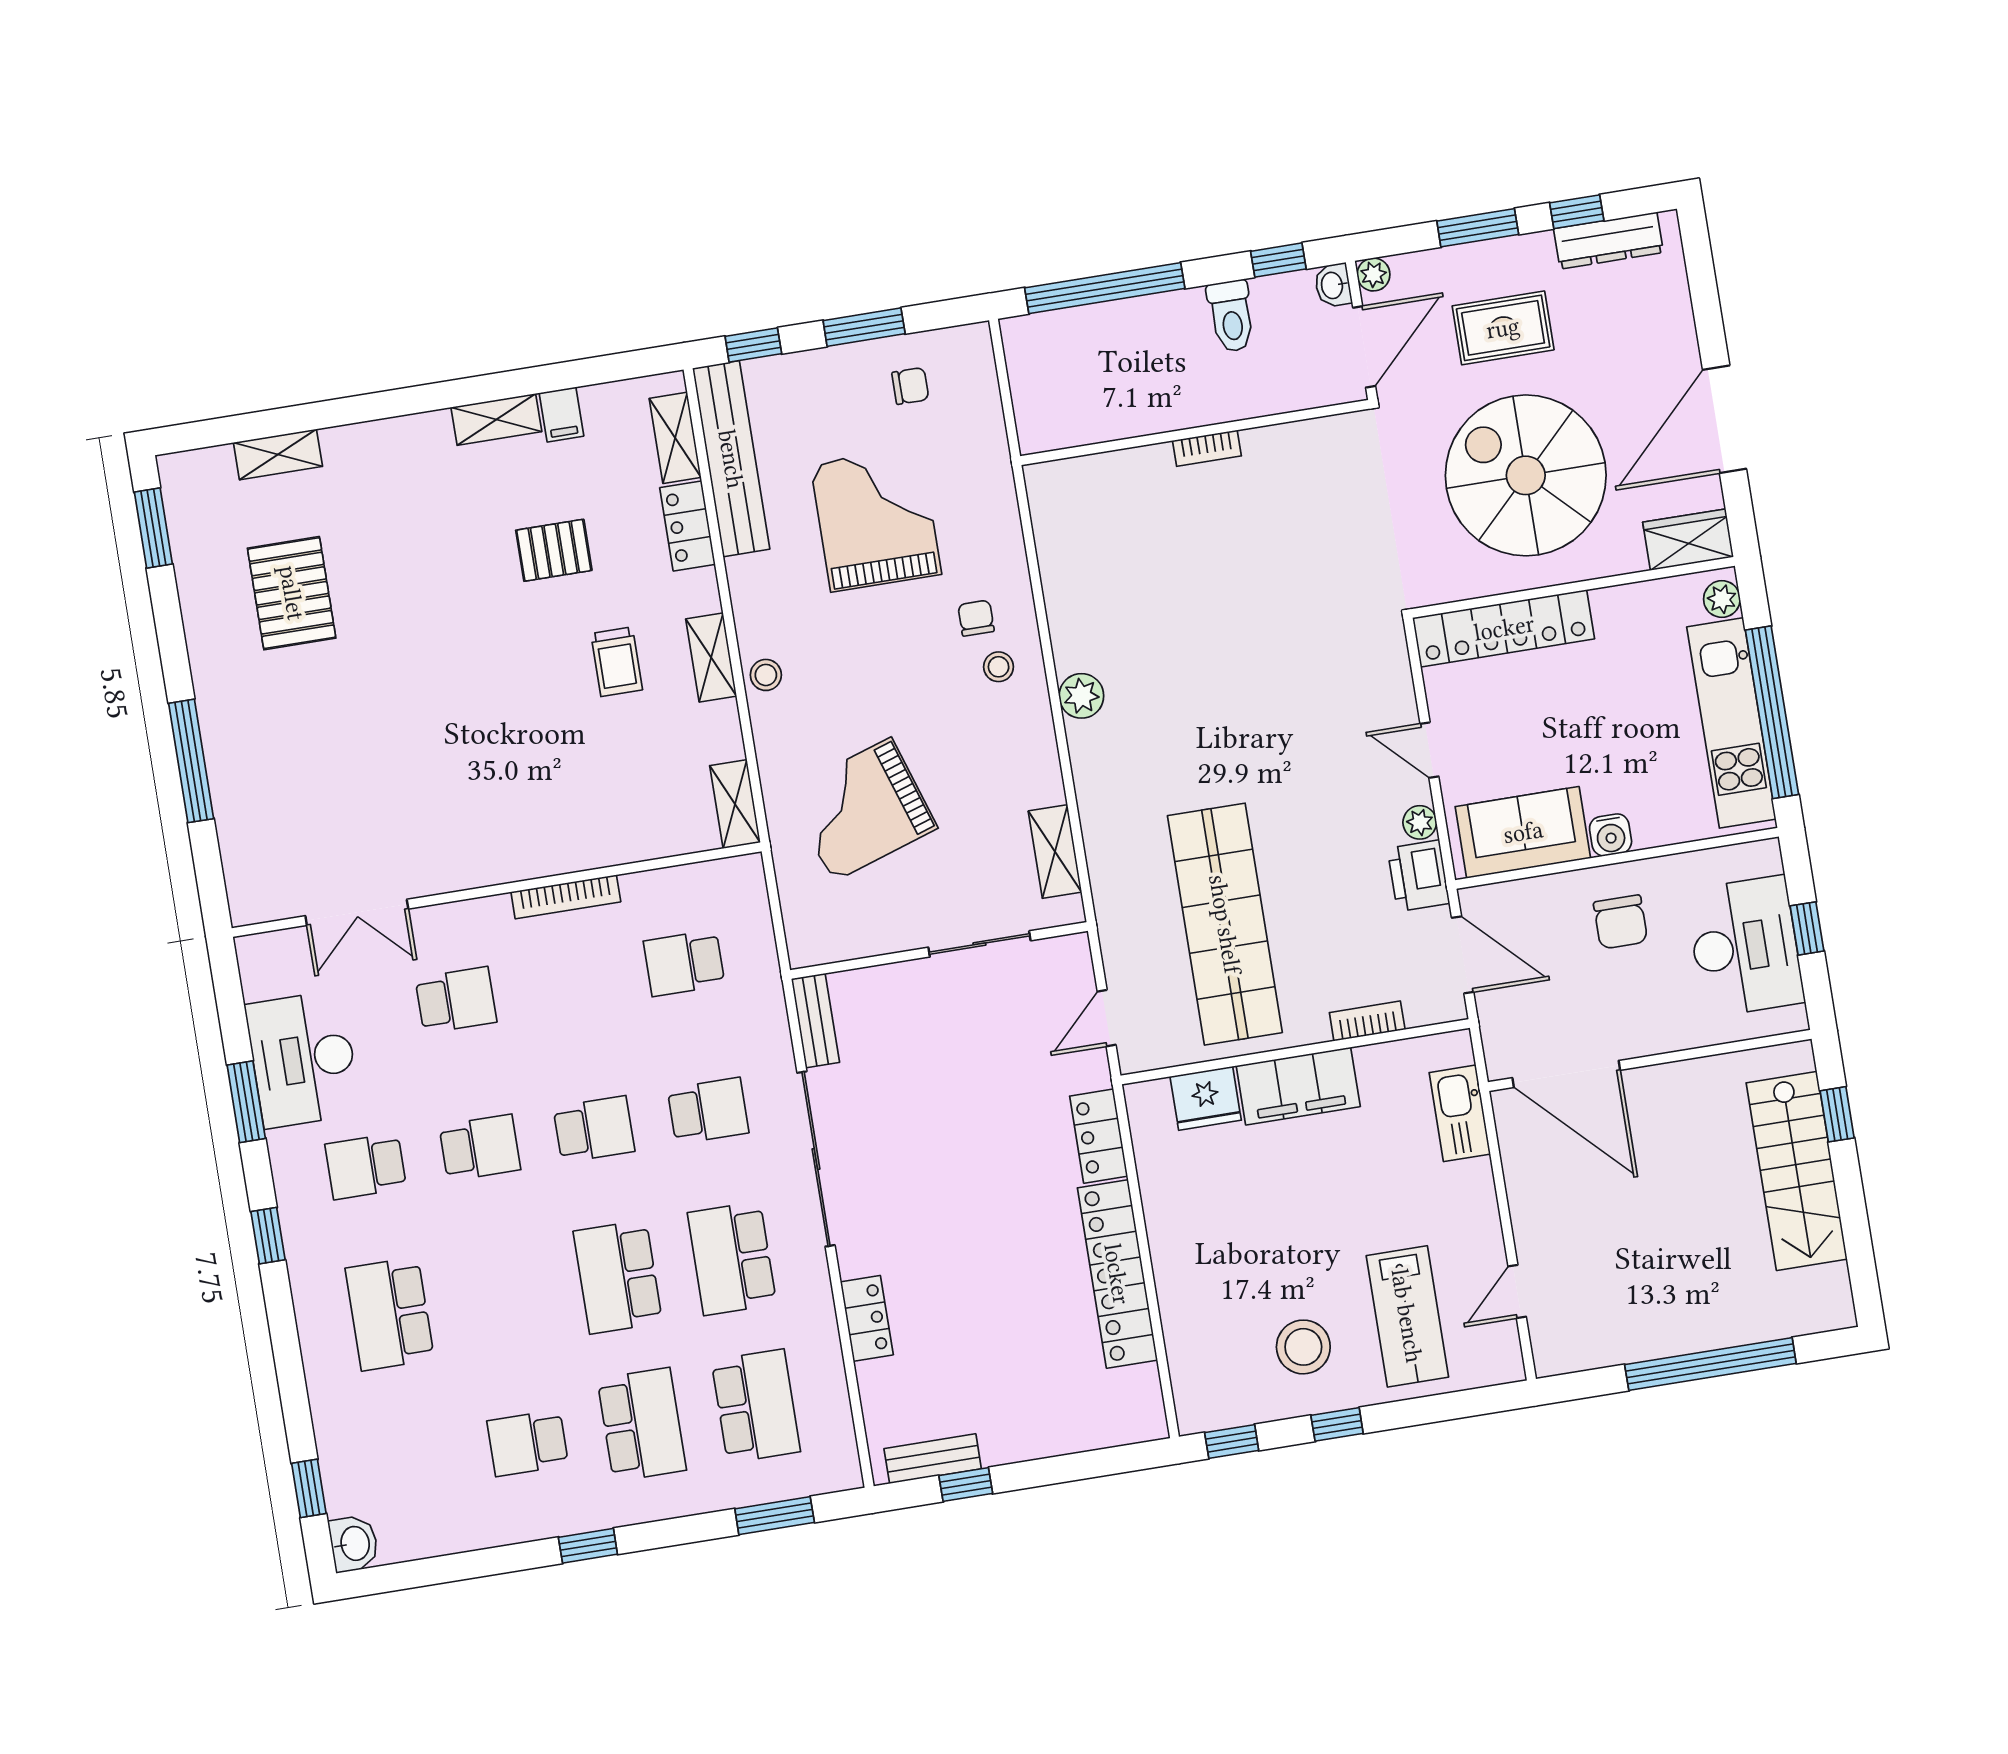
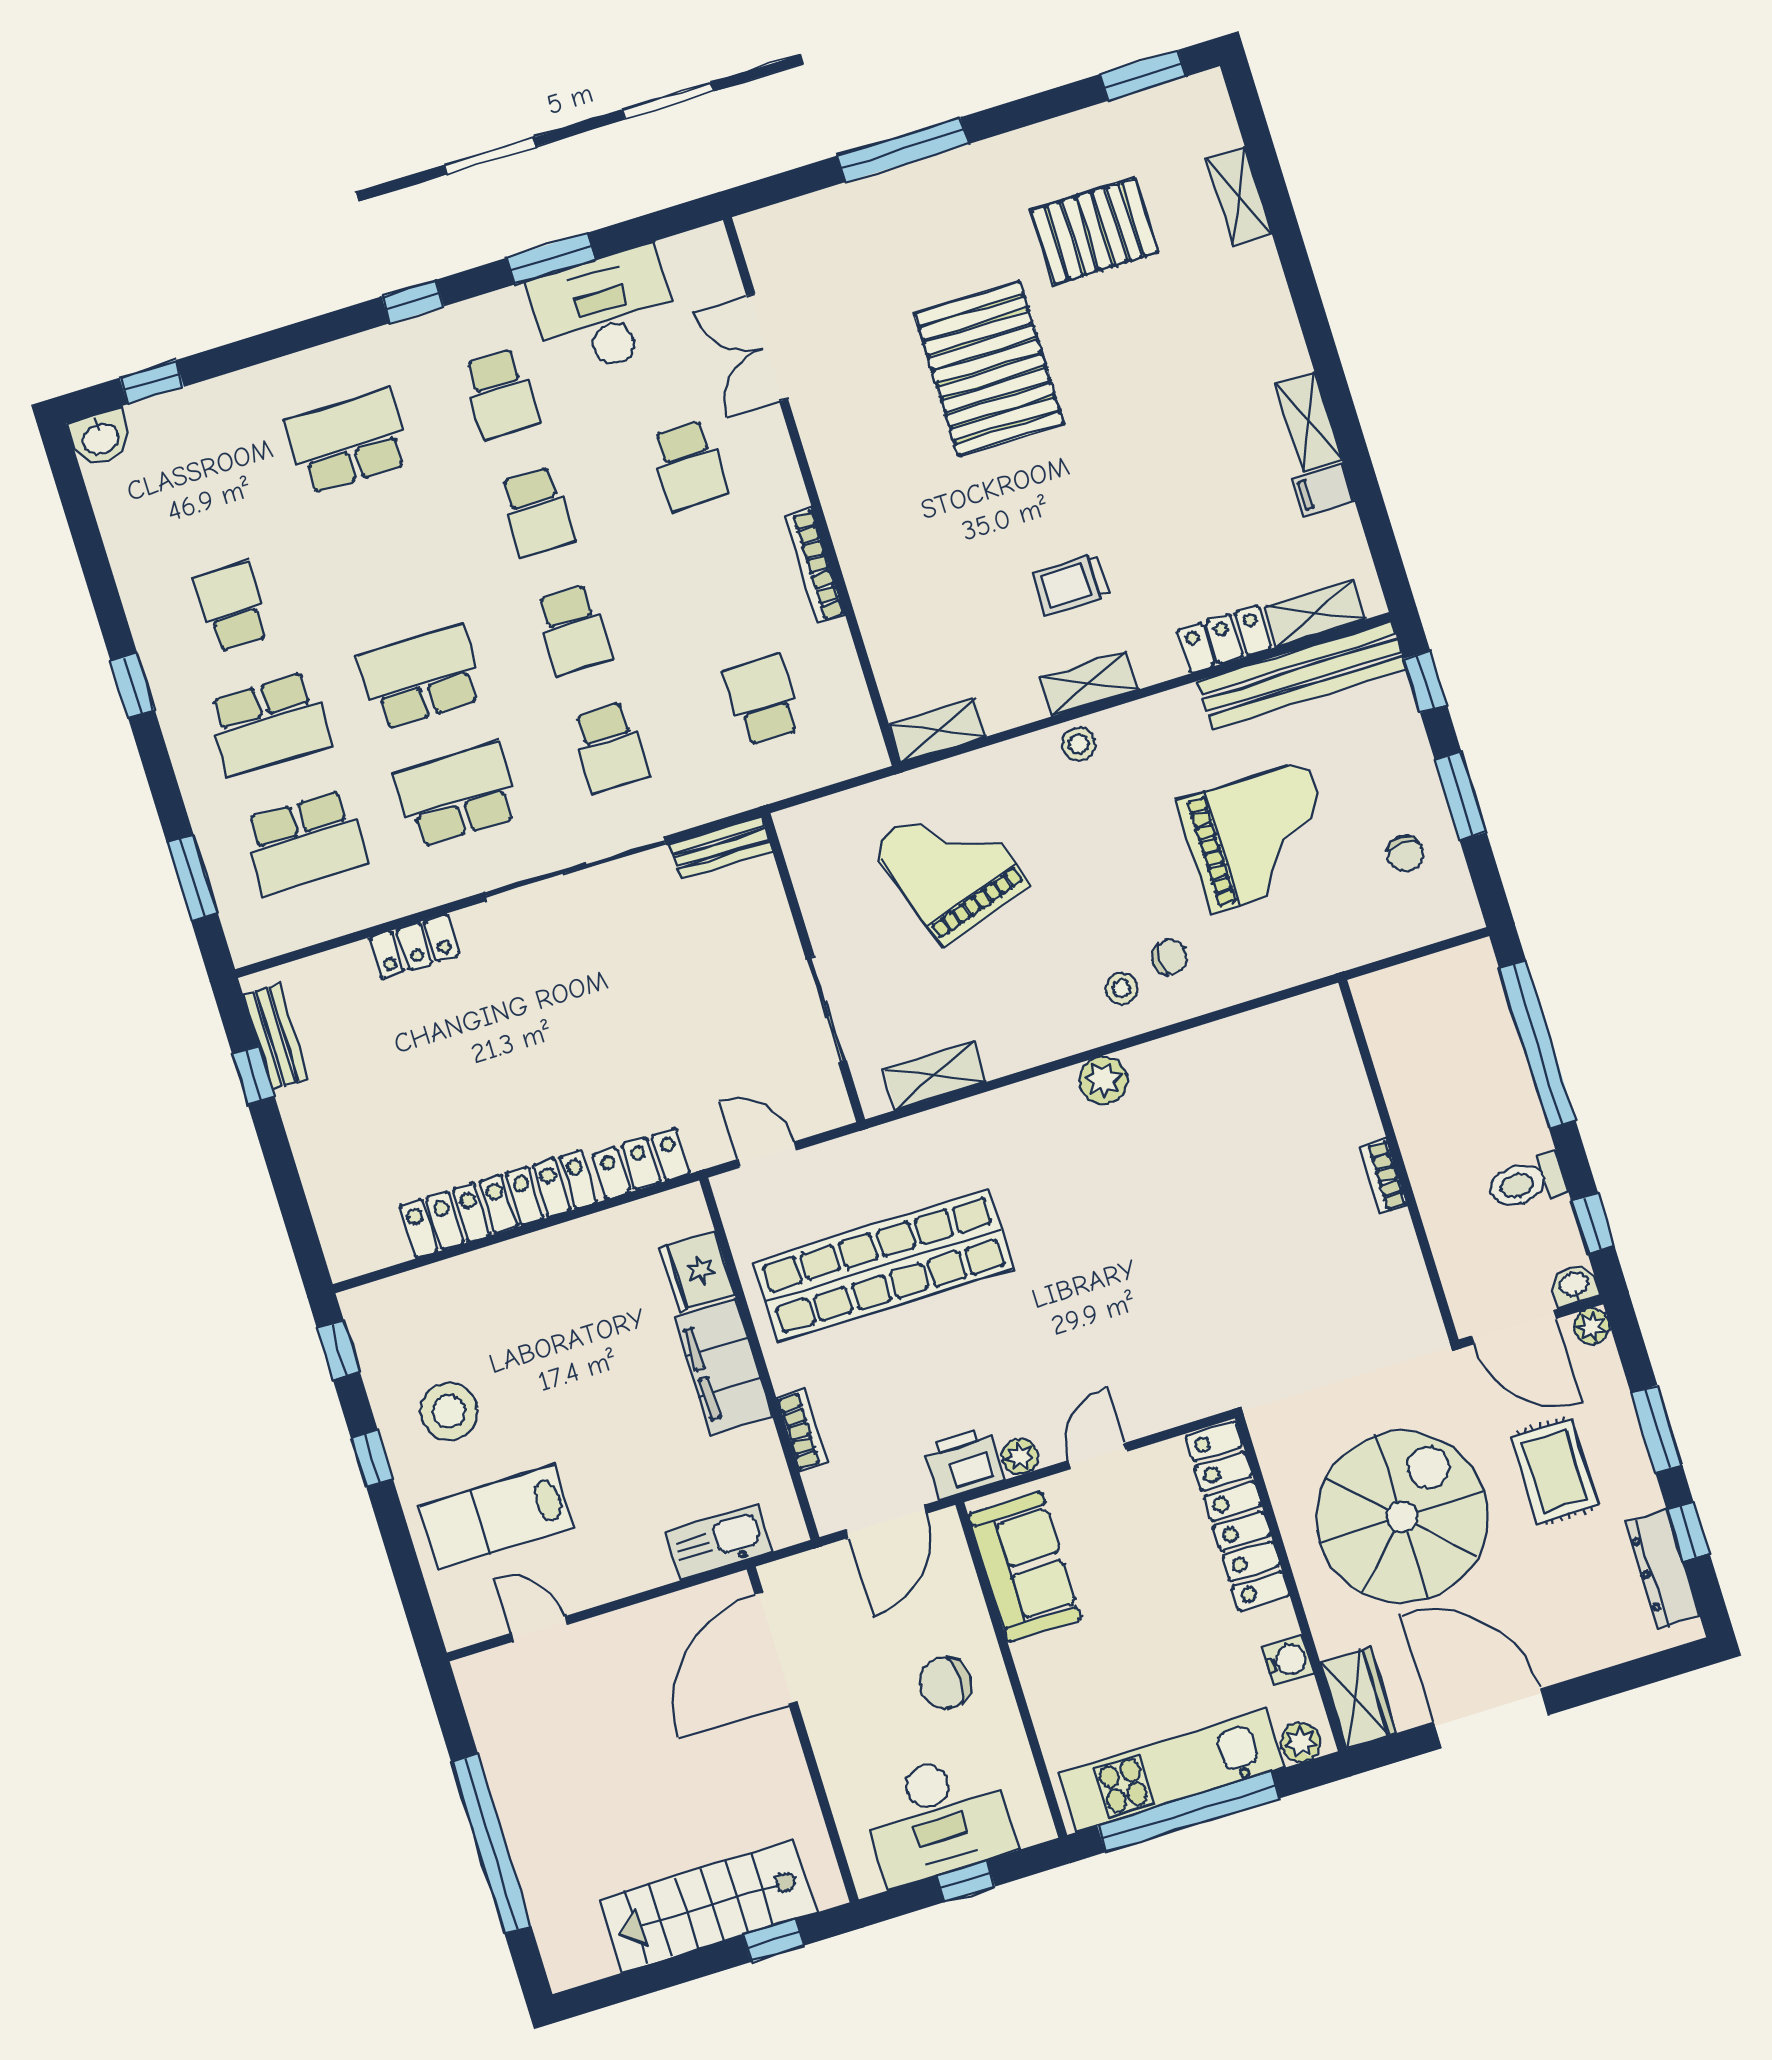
pallet: (554, 550) -> (989, 369), moved, width x2.05, depth x2.00
water cooler: (1611, 835) -> (1288, 1660), moved, turned 180
school desk: (366, 1166) -> (501, 394), turned 180

